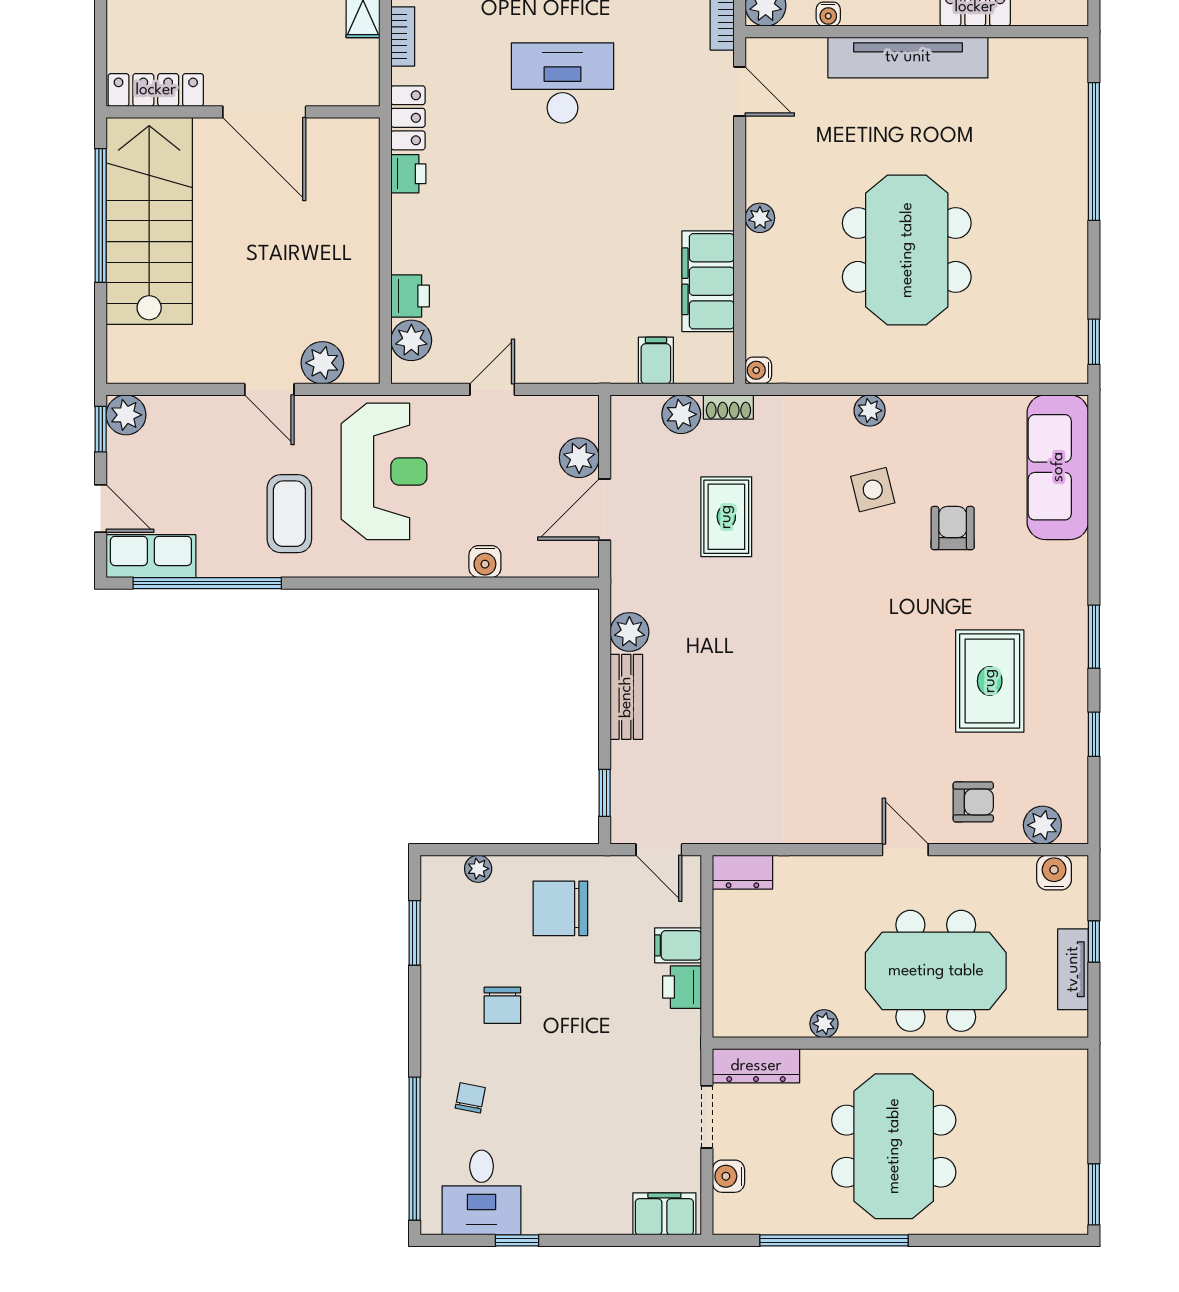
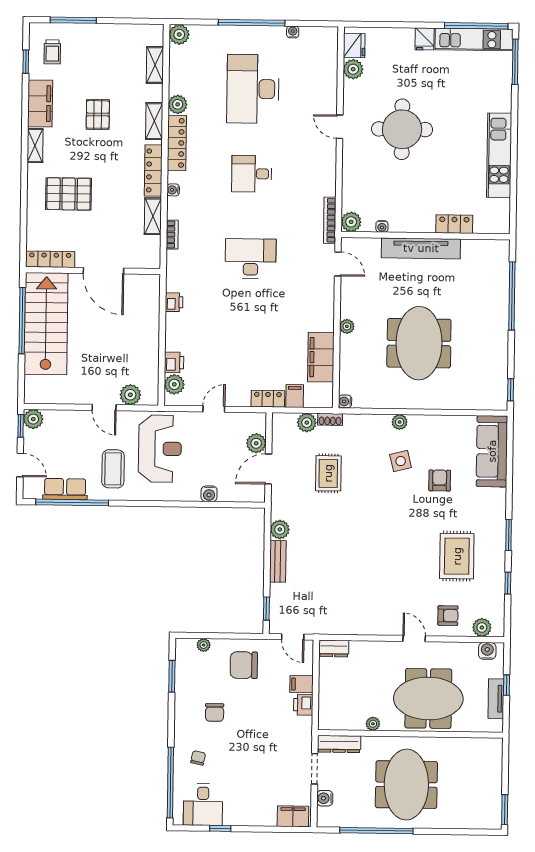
locker: (408, 118) -> (268, 399), moved, turned -90
row of seats: (151, 556) -> (65, 489), moved

